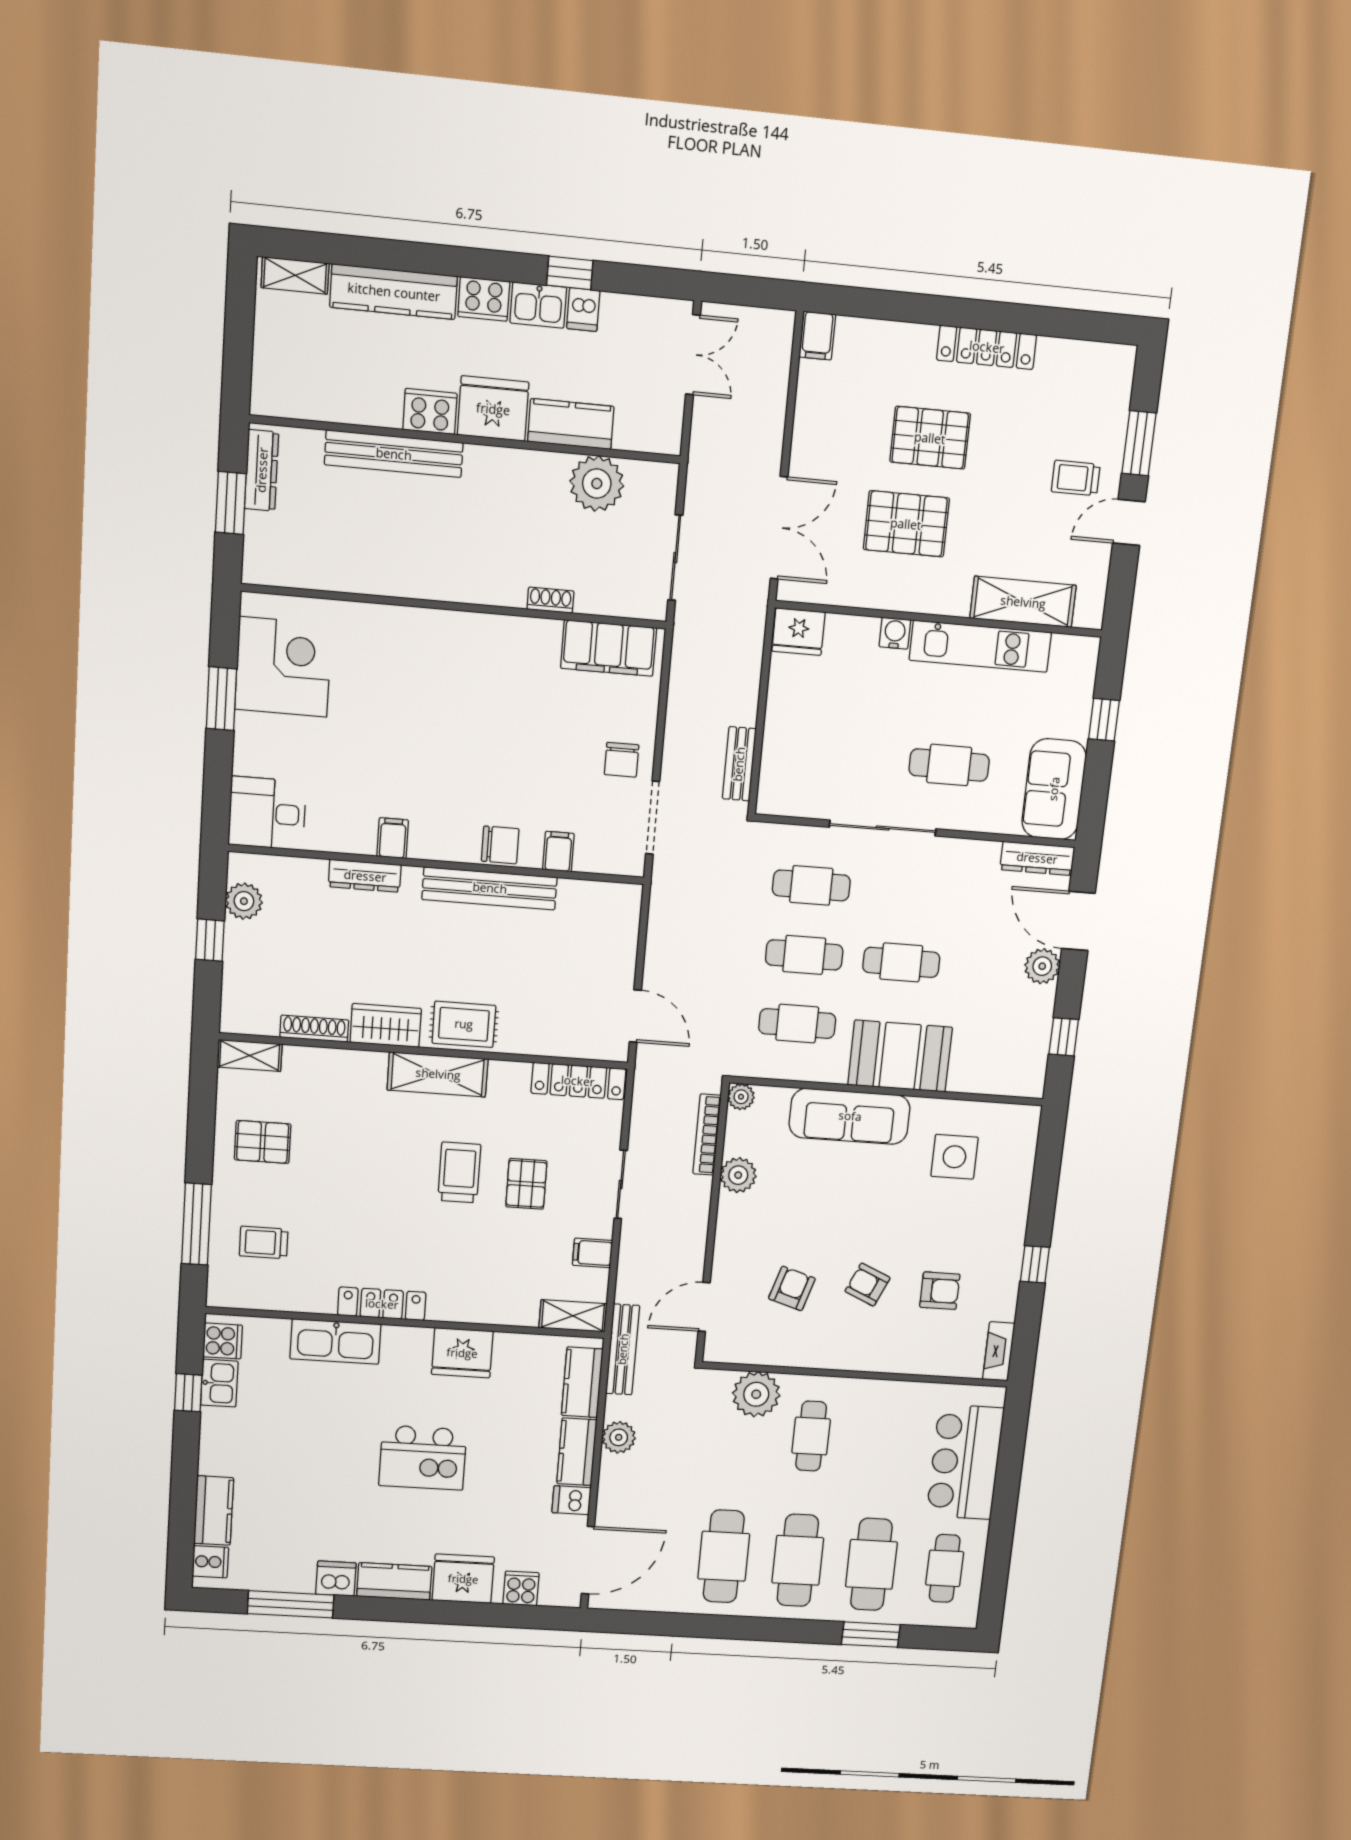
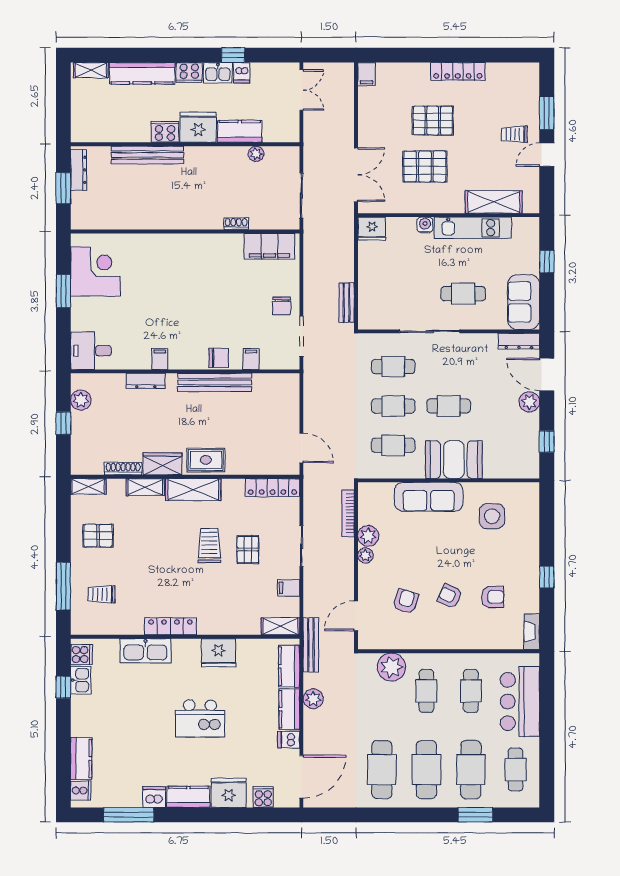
plant: (597, 483) -> (256, 154), width x0.53, depth x0.53
shelving: (352, 1064) -> (145, 487), added
plant: (741, 1097) -> (365, 555), moved
cafe table: (886, 1440) -> (471, 691), added

